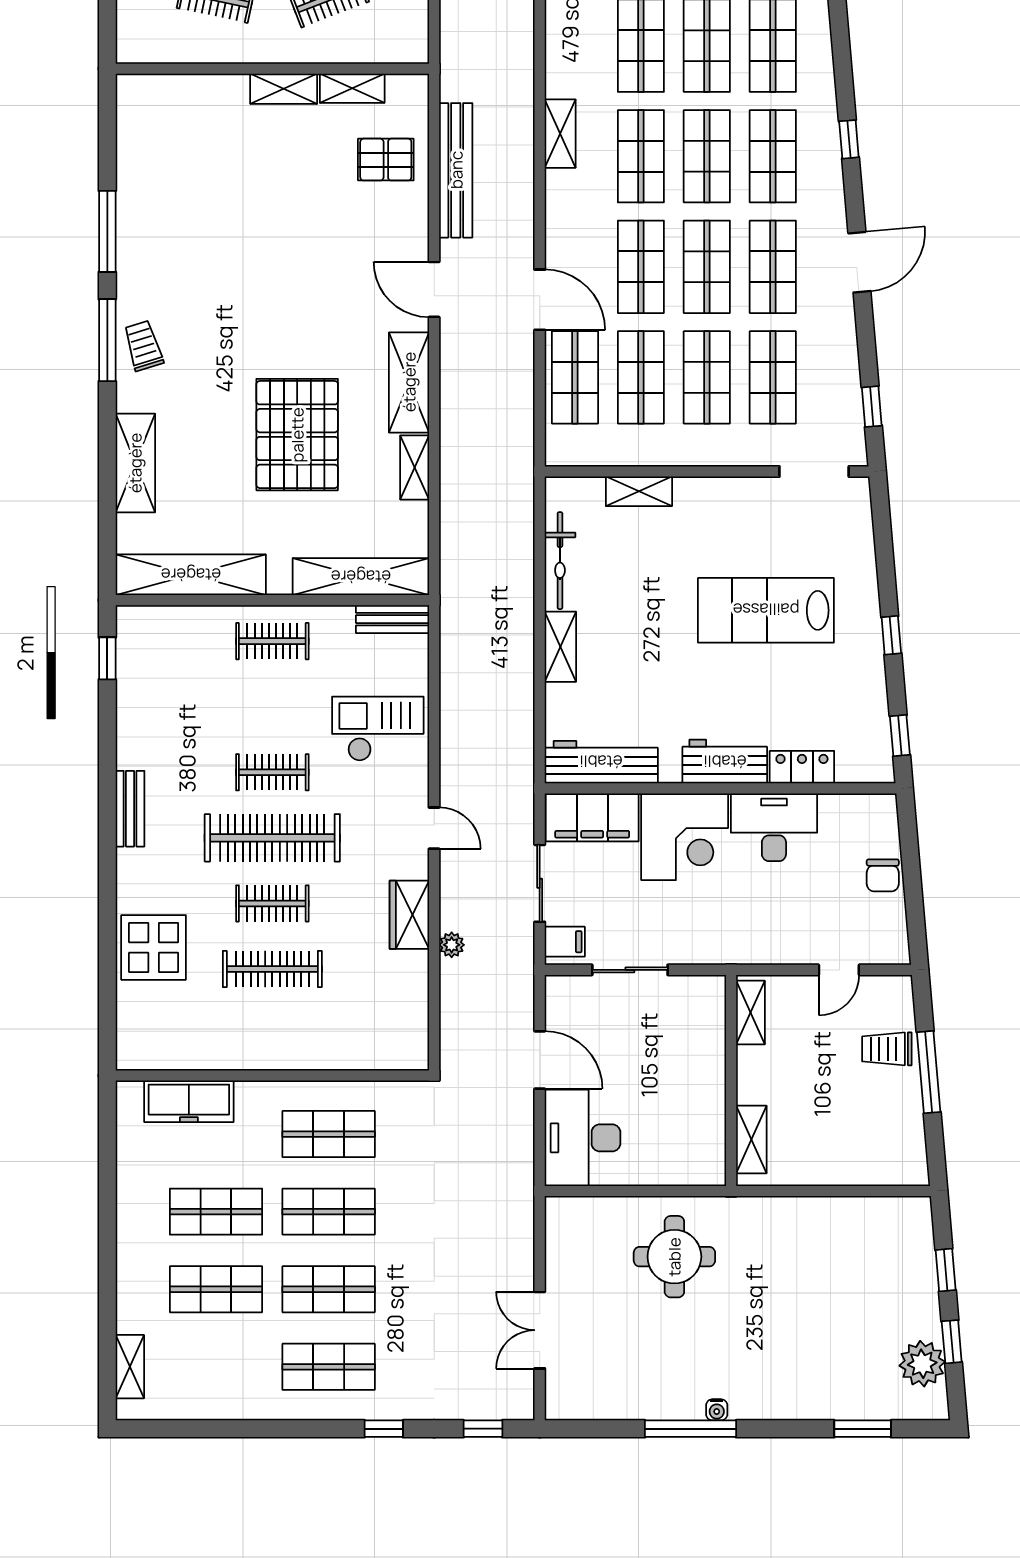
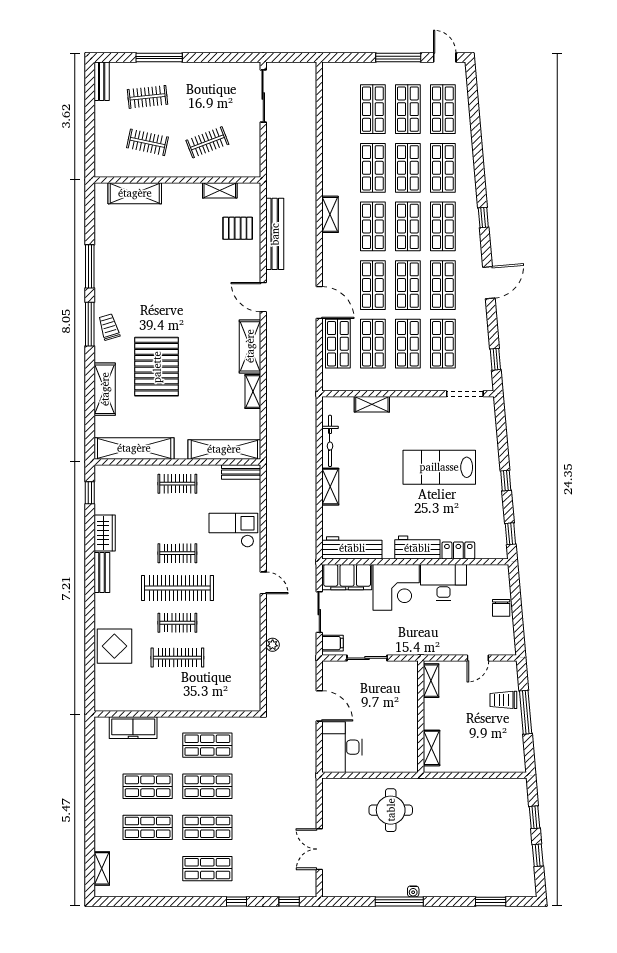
shelving: (284, 89) -> (135, 193), moved, width x1.50, depth x1.33
pallet: (297, 435) -> (157, 367), moved
wardrobe: (409, 915) -> (105, 533), moved, turned 180
plant: (922, 1364) -> (522, 867), removed

